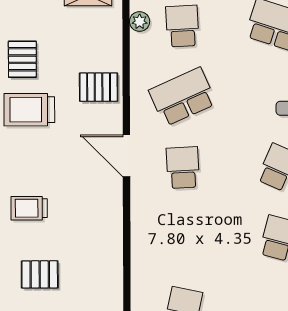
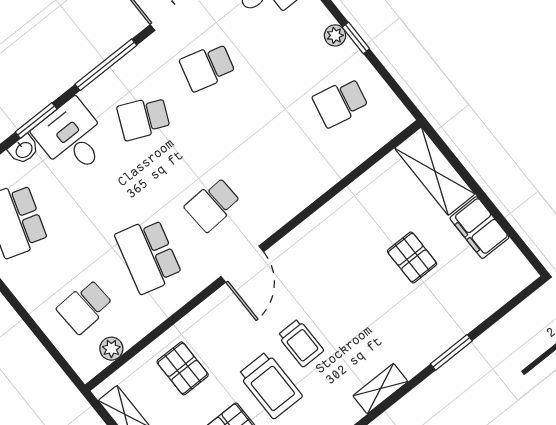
pallet: (99, 87) -> (183, 368), moved
school desk: (183, 97) -> (149, 256), turned 39
trolley: (29, 208) -> (301, 343), moved

